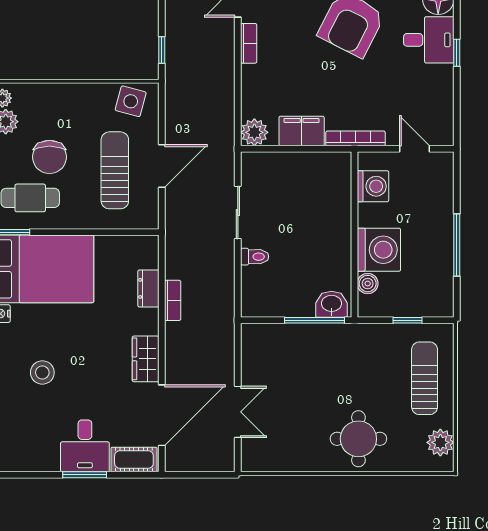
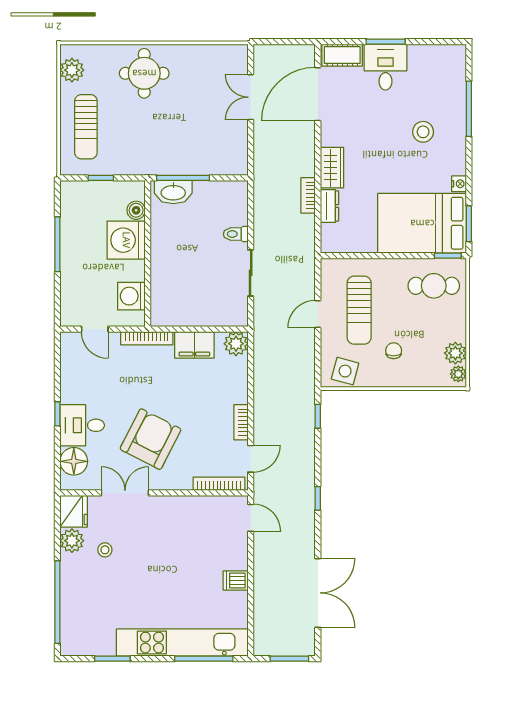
chair: (49, 157) -> (394, 351), moved, width x0.54, depth x0.54
door: (162, 166) -> (318, 314), width x0.73
washbasin: (332, 304) -> (173, 192), width x1.38
wardrobe: (146, 359) -> (332, 168), moved

